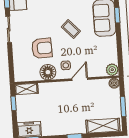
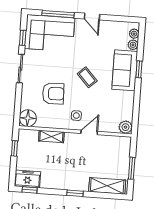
floor lamp: (48, 72) -> (28, 118), moved
boiler: (114, 83) -> (126, 142), removed
shelving: (26, 89) -> (51, 136), moved

